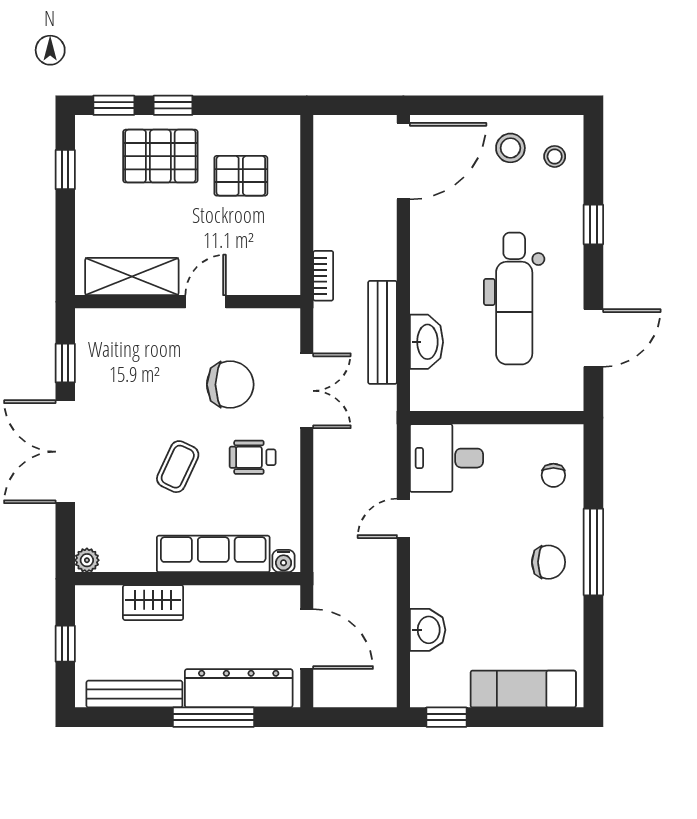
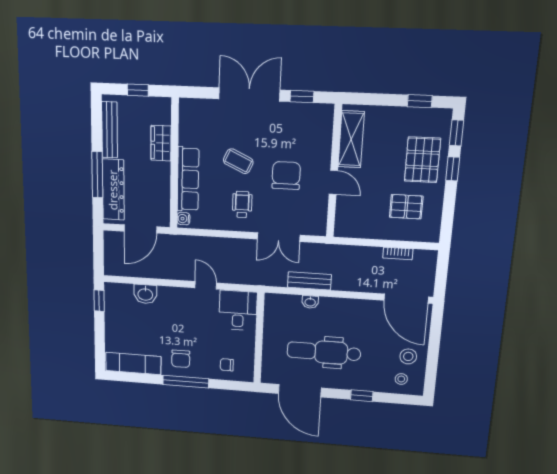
pallet: (241, 176) -> (406, 207), turned 90
bookcase: (323, 276) -> (398, 253), moved
bench: (383, 332) -> (309, 281), width x0.73
door: (593, 338) -> (300, 391), width x1.36
washbasin: (426, 342) -> (310, 302), width x0.52, depth x0.69
chair: (230, 385) -> (286, 176), moved, turned 180
plant: (87, 560) -> (186, 105), removed
exam couch: (523, 689) -> (133, 363), moved, turned -90

